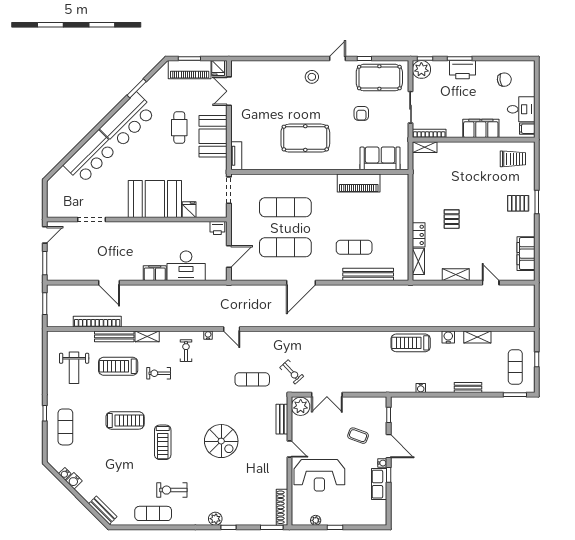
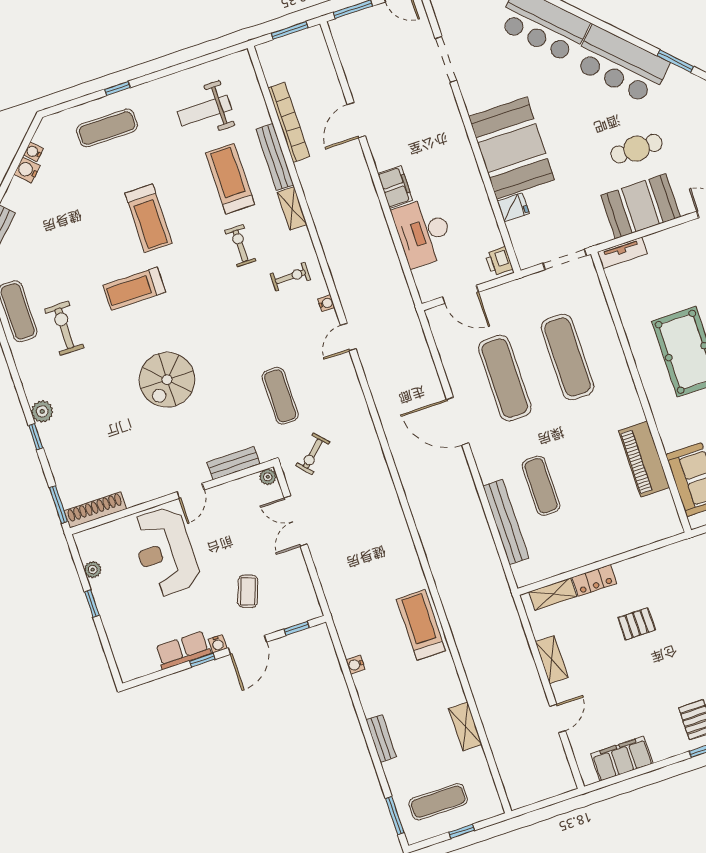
water cooler: (448, 337) -> (450, 681), removed
plant: (301, 406) -> (268, 477), width x0.53, depth x0.53

